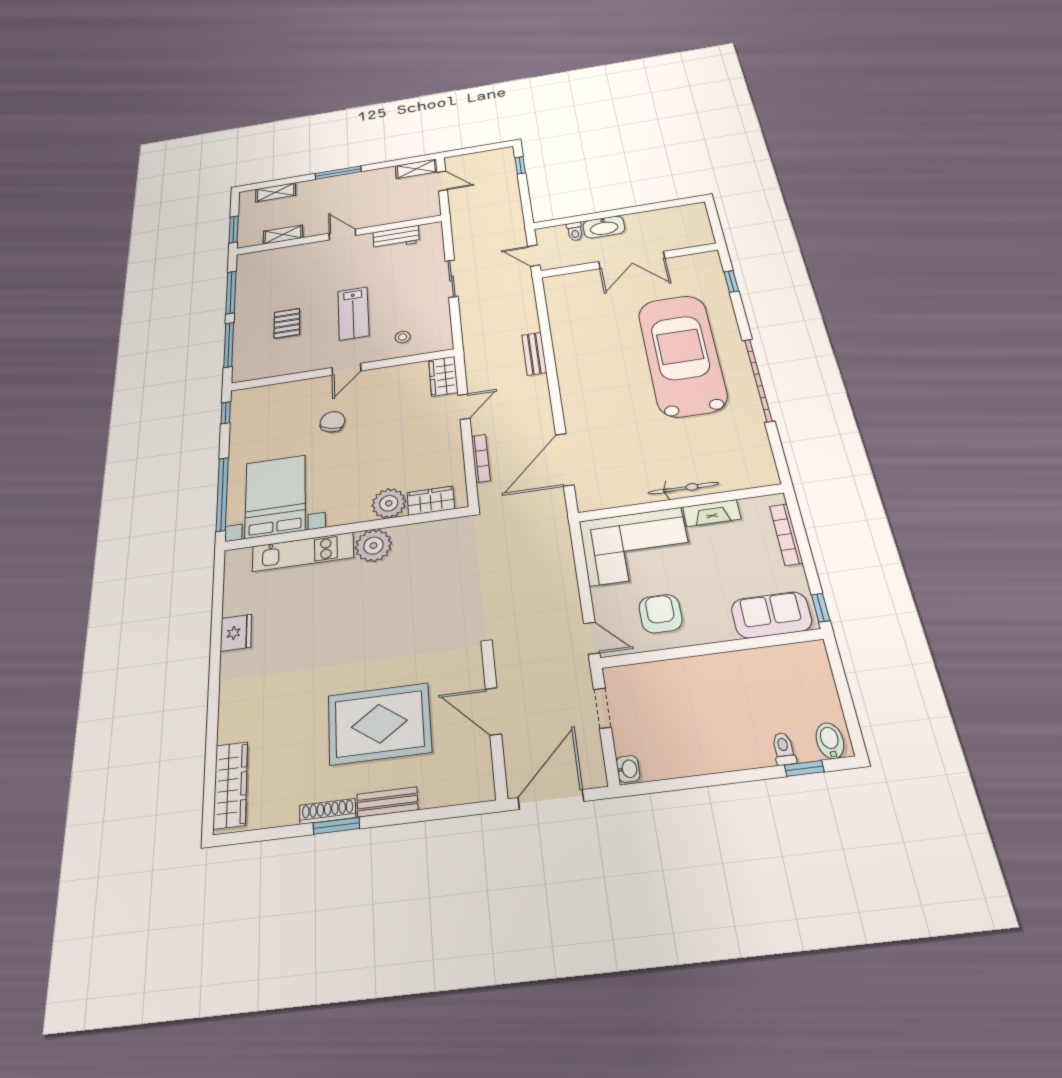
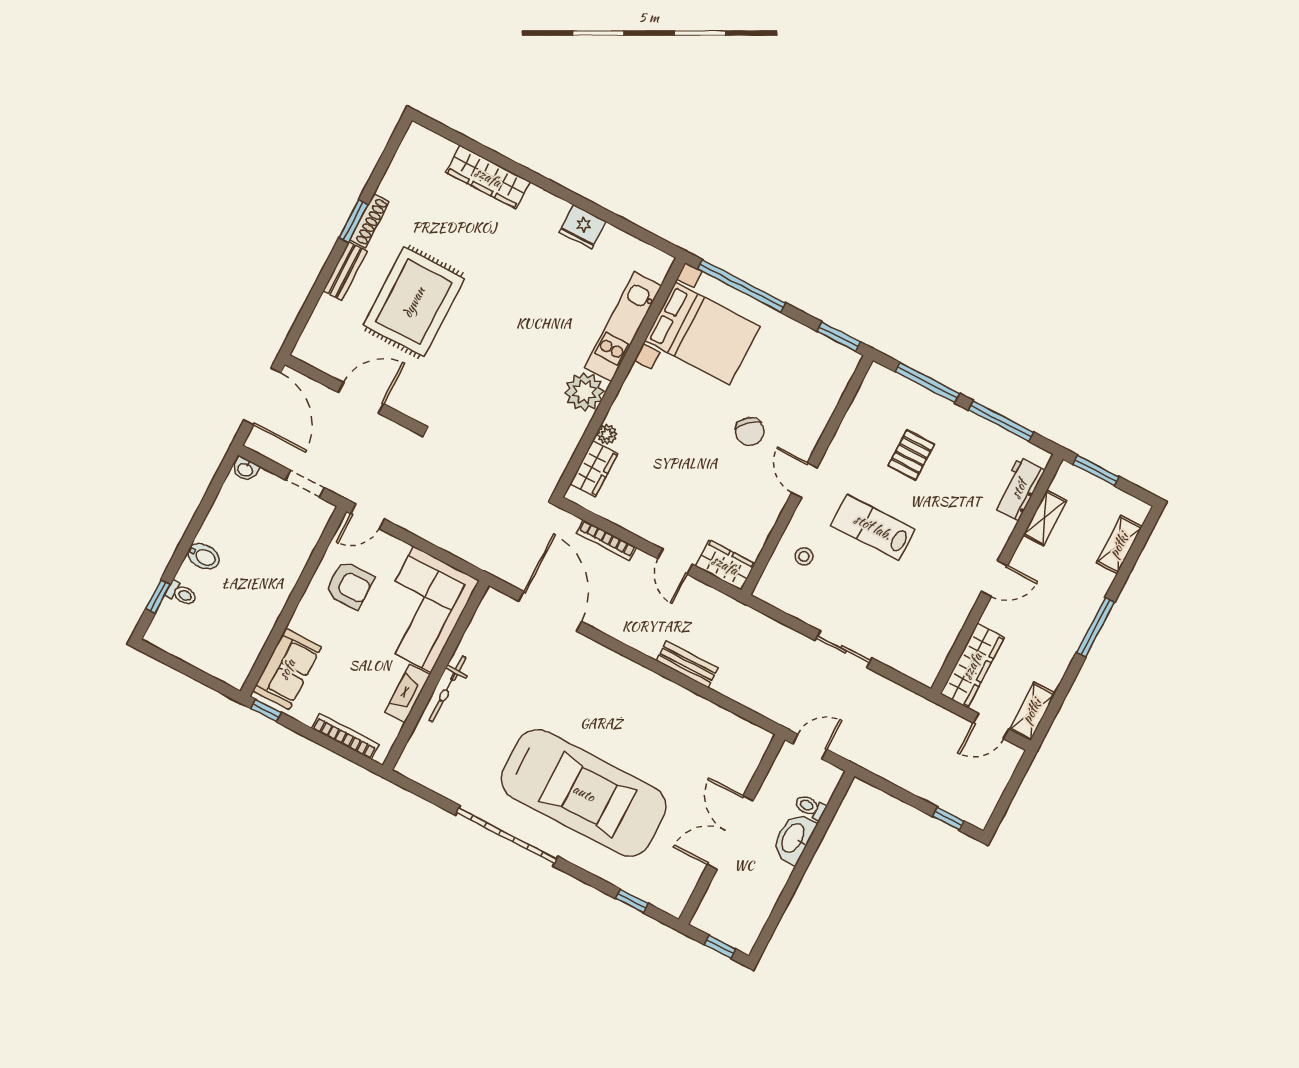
wardrobe: (410, 212) -> (972, 666), added
window: (714, 219) -> (720, 947), added
workbench: (396, 237) -> (1019, 489), moved
pallet: (287, 323) -> (911, 455), turned 90
window: (226, 413) -> (839, 337), width x1.50
chair: (332, 422) -> (750, 432), turned 36
plant: (389, 503) -> (607, 434), width x0.53, depth x0.53
bidet: (830, 741) -> (203, 556), moved
wardrobe: (230, 785) -> (488, 177), moved

